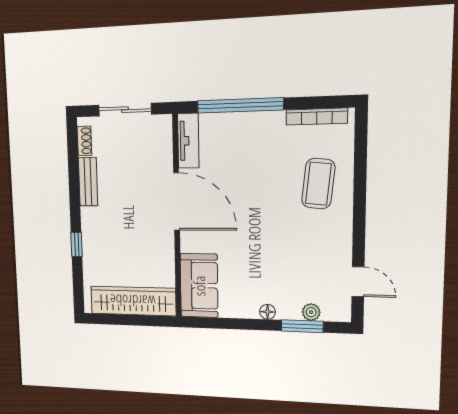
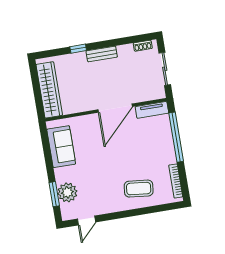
bench: (88, 182) -> (102, 54), moved
sofa: (199, 286) -> (61, 147), moved, turned -90
floor lamp: (268, 312) -> (59, 173), removed
plant: (311, 312) -> (67, 192), width x1.88, depth x1.88

